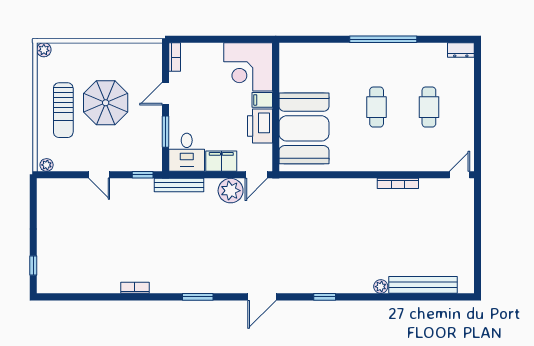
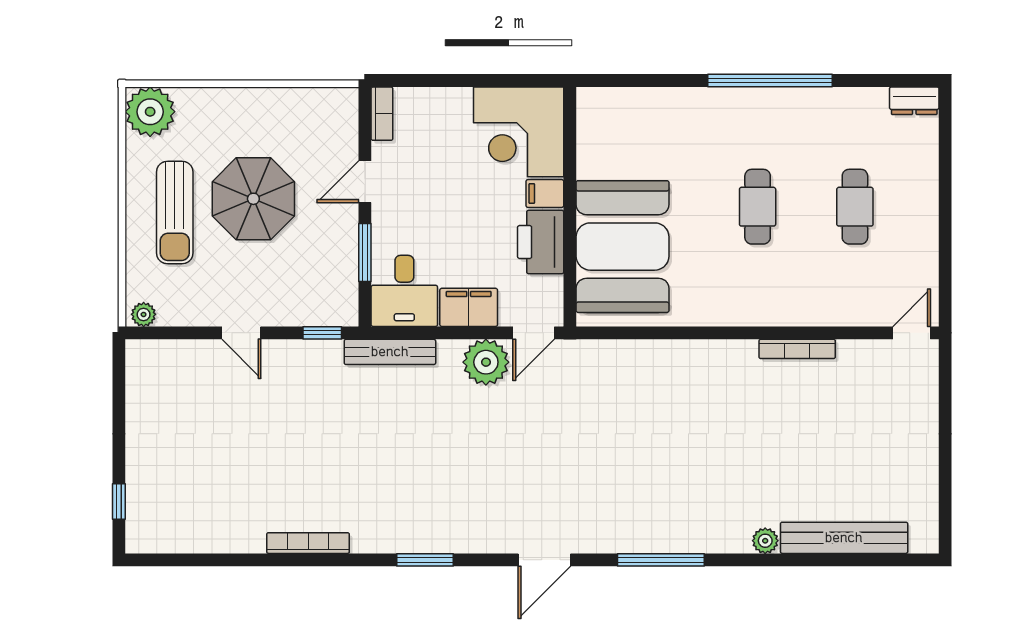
plant: (44, 50) -> (150, 112), width x1.87, depth x1.87
bookcase: (135, 288) -> (308, 543), width x1.56
window: (325, 297) -> (661, 560), width x2.17

